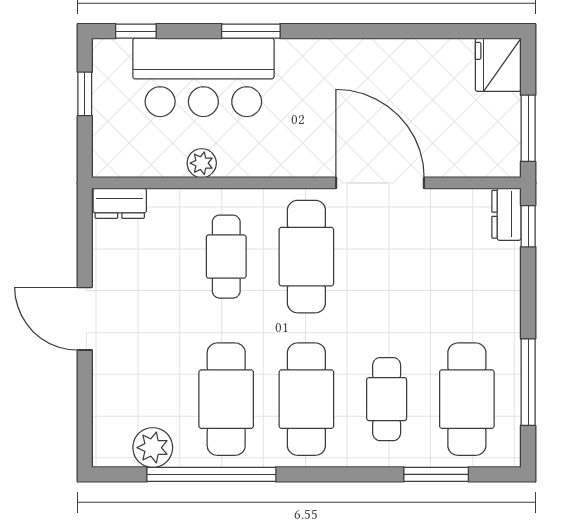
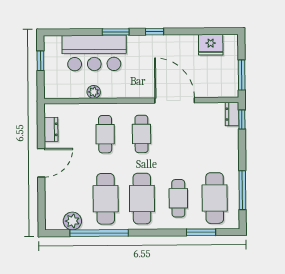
window: (136, 31) -> (155, 32), moved
fridge: (498, 65) -> (211, 45), moved, turned -90
dresser: (120, 203) -> (51, 129), moved, turned -90
cafe table: (306, 257) -> (141, 134), width x0.73, depth x0.74
door: (85, 319) -> (41, 163), swing flipped

